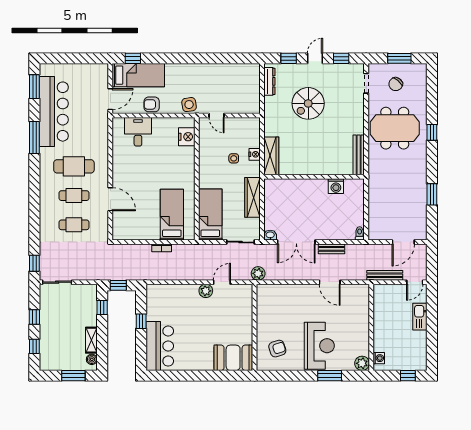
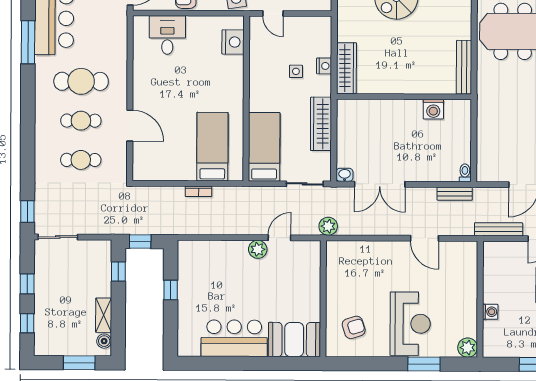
bench: (331, 249) -> (455, 194), moved
bar counter: (160, 346) -> (234, 338), moved, turned -90
washing machine: (379, 358) -> (490, 312), moved

